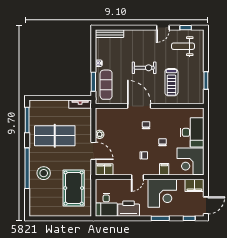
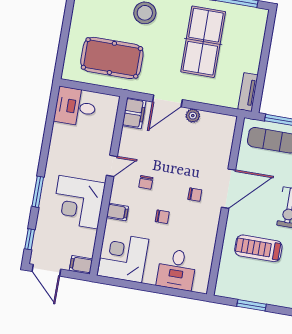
desk: (192, 132) -> (177, 269), width x0.73
door: (137, 177) -> (112, 166), swing flipped
filing cabinet: (194, 185) -> (81, 265), width x0.50
printer: (129, 209) -> (63, 142), removed

